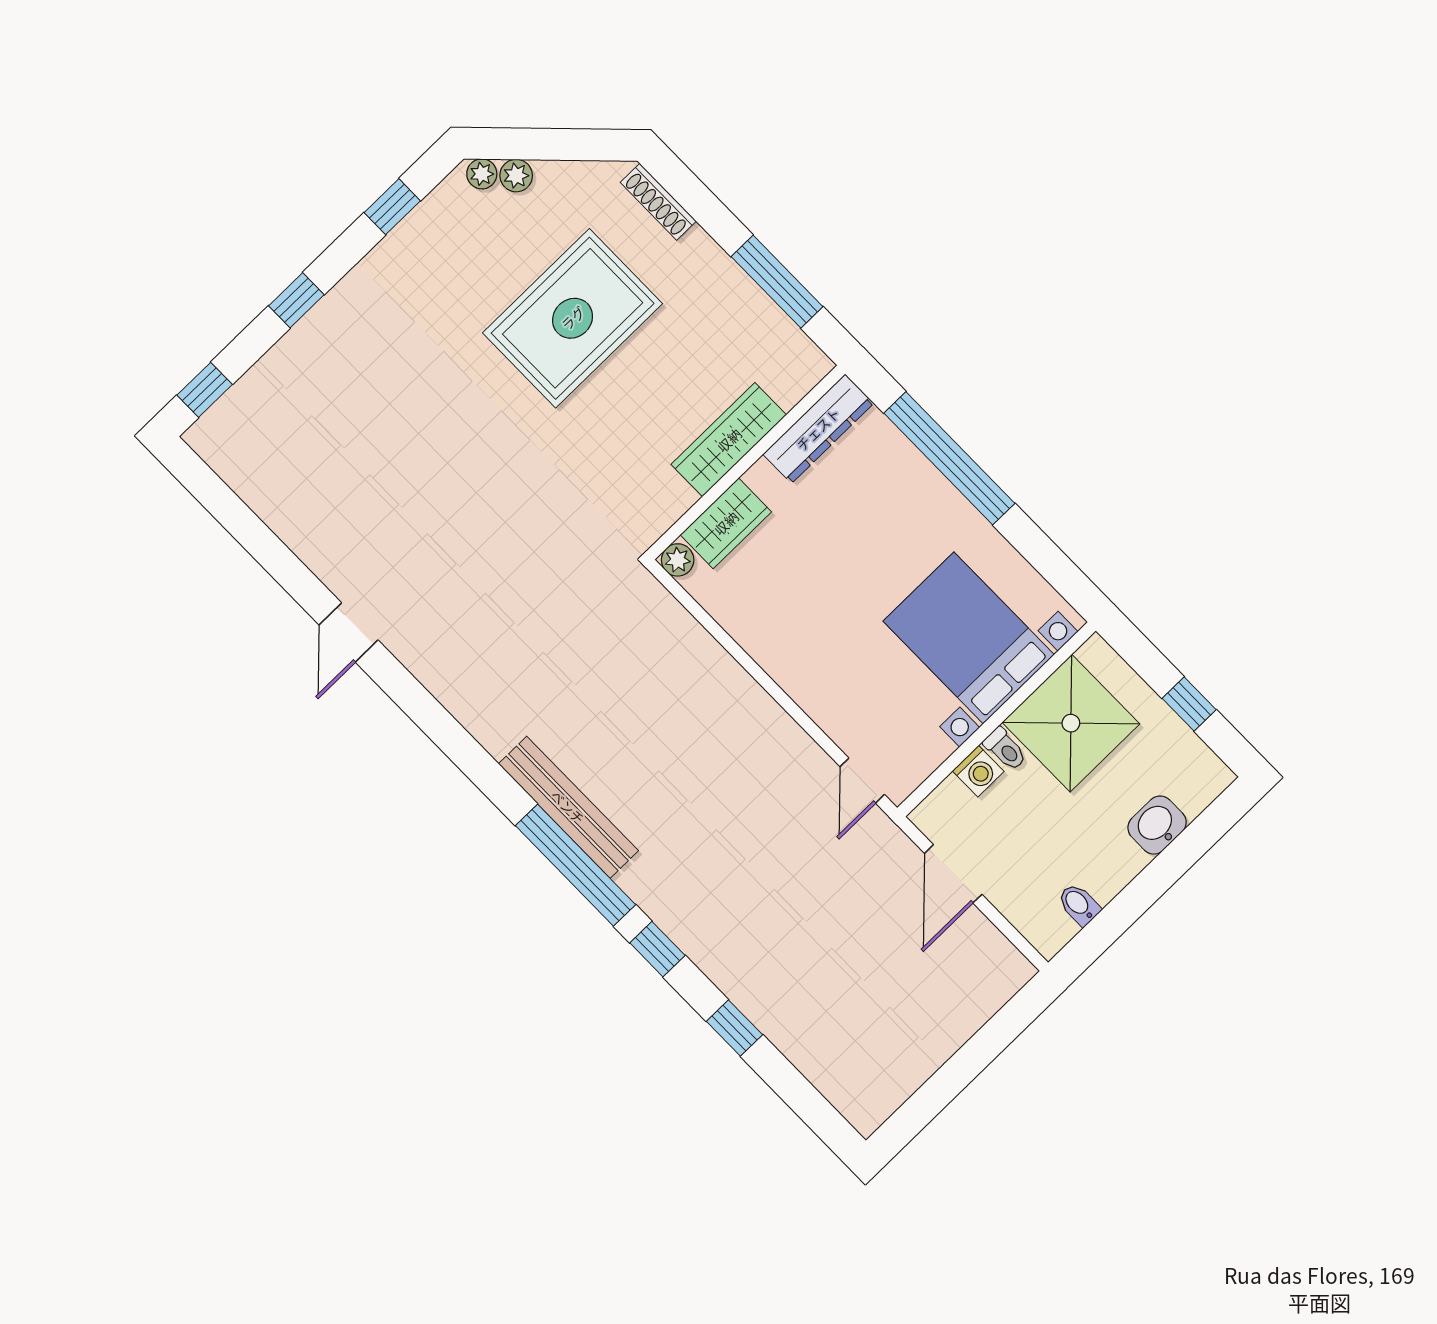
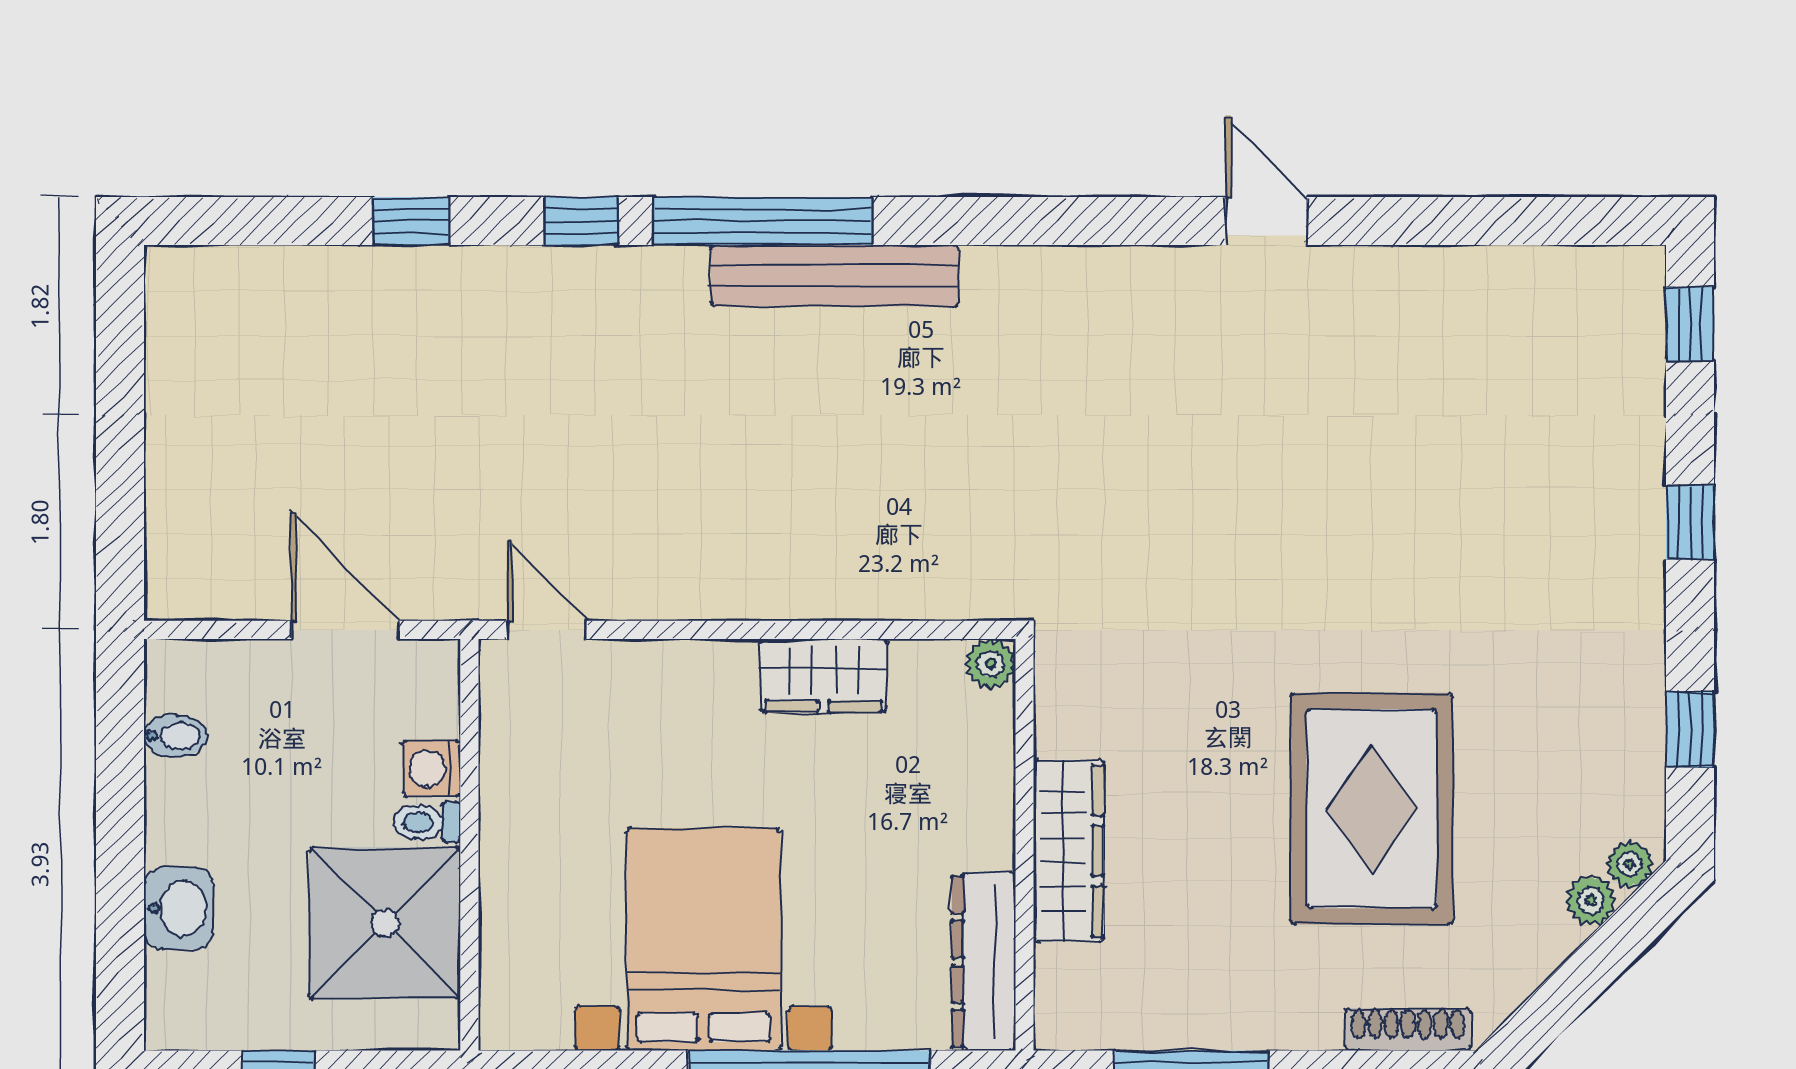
wardrobe: (726, 523) -> (824, 675), moved, turned -90
bed with nightstands: (969, 638) -> (704, 939), moved, turned -90

